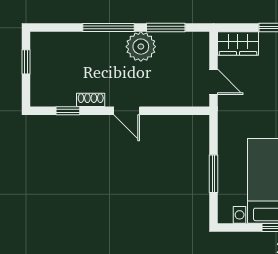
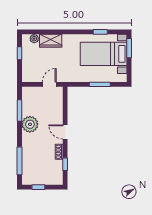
window: (108, 28) -> (20, 161), moved
wardrobe: (238, 43) -> (28, 71), removed
door: (127, 111) -> (65, 132), swing flipped

